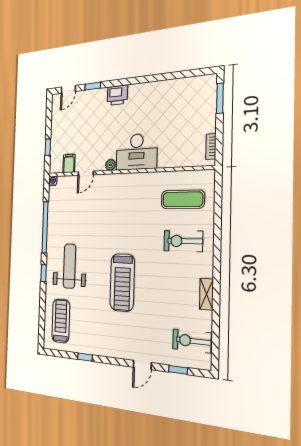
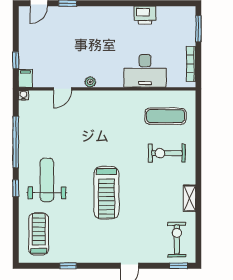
printer: (117, 95) -> (145, 15), moved
bookcase: (211, 146) -> (191, 64), width x1.56
desk: (137, 152) -> (145, 71), moved
filing cabinet: (69, 163) -> (25, 78), moved
exercise bike: (192, 341) -> (177, 240), turned 90
window: (178, 370) -> (179, 266), moved

